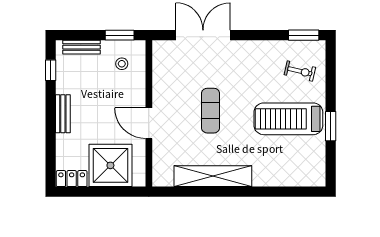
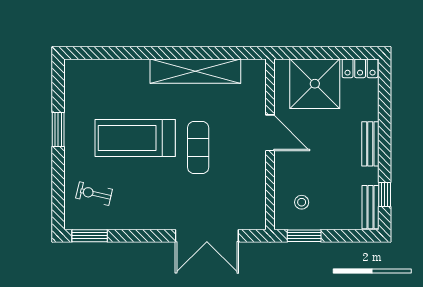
bench: (81, 47) -> (371, 207), moved, turned 90
treadmill: (288, 119) -> (135, 138), moved, turned 180

